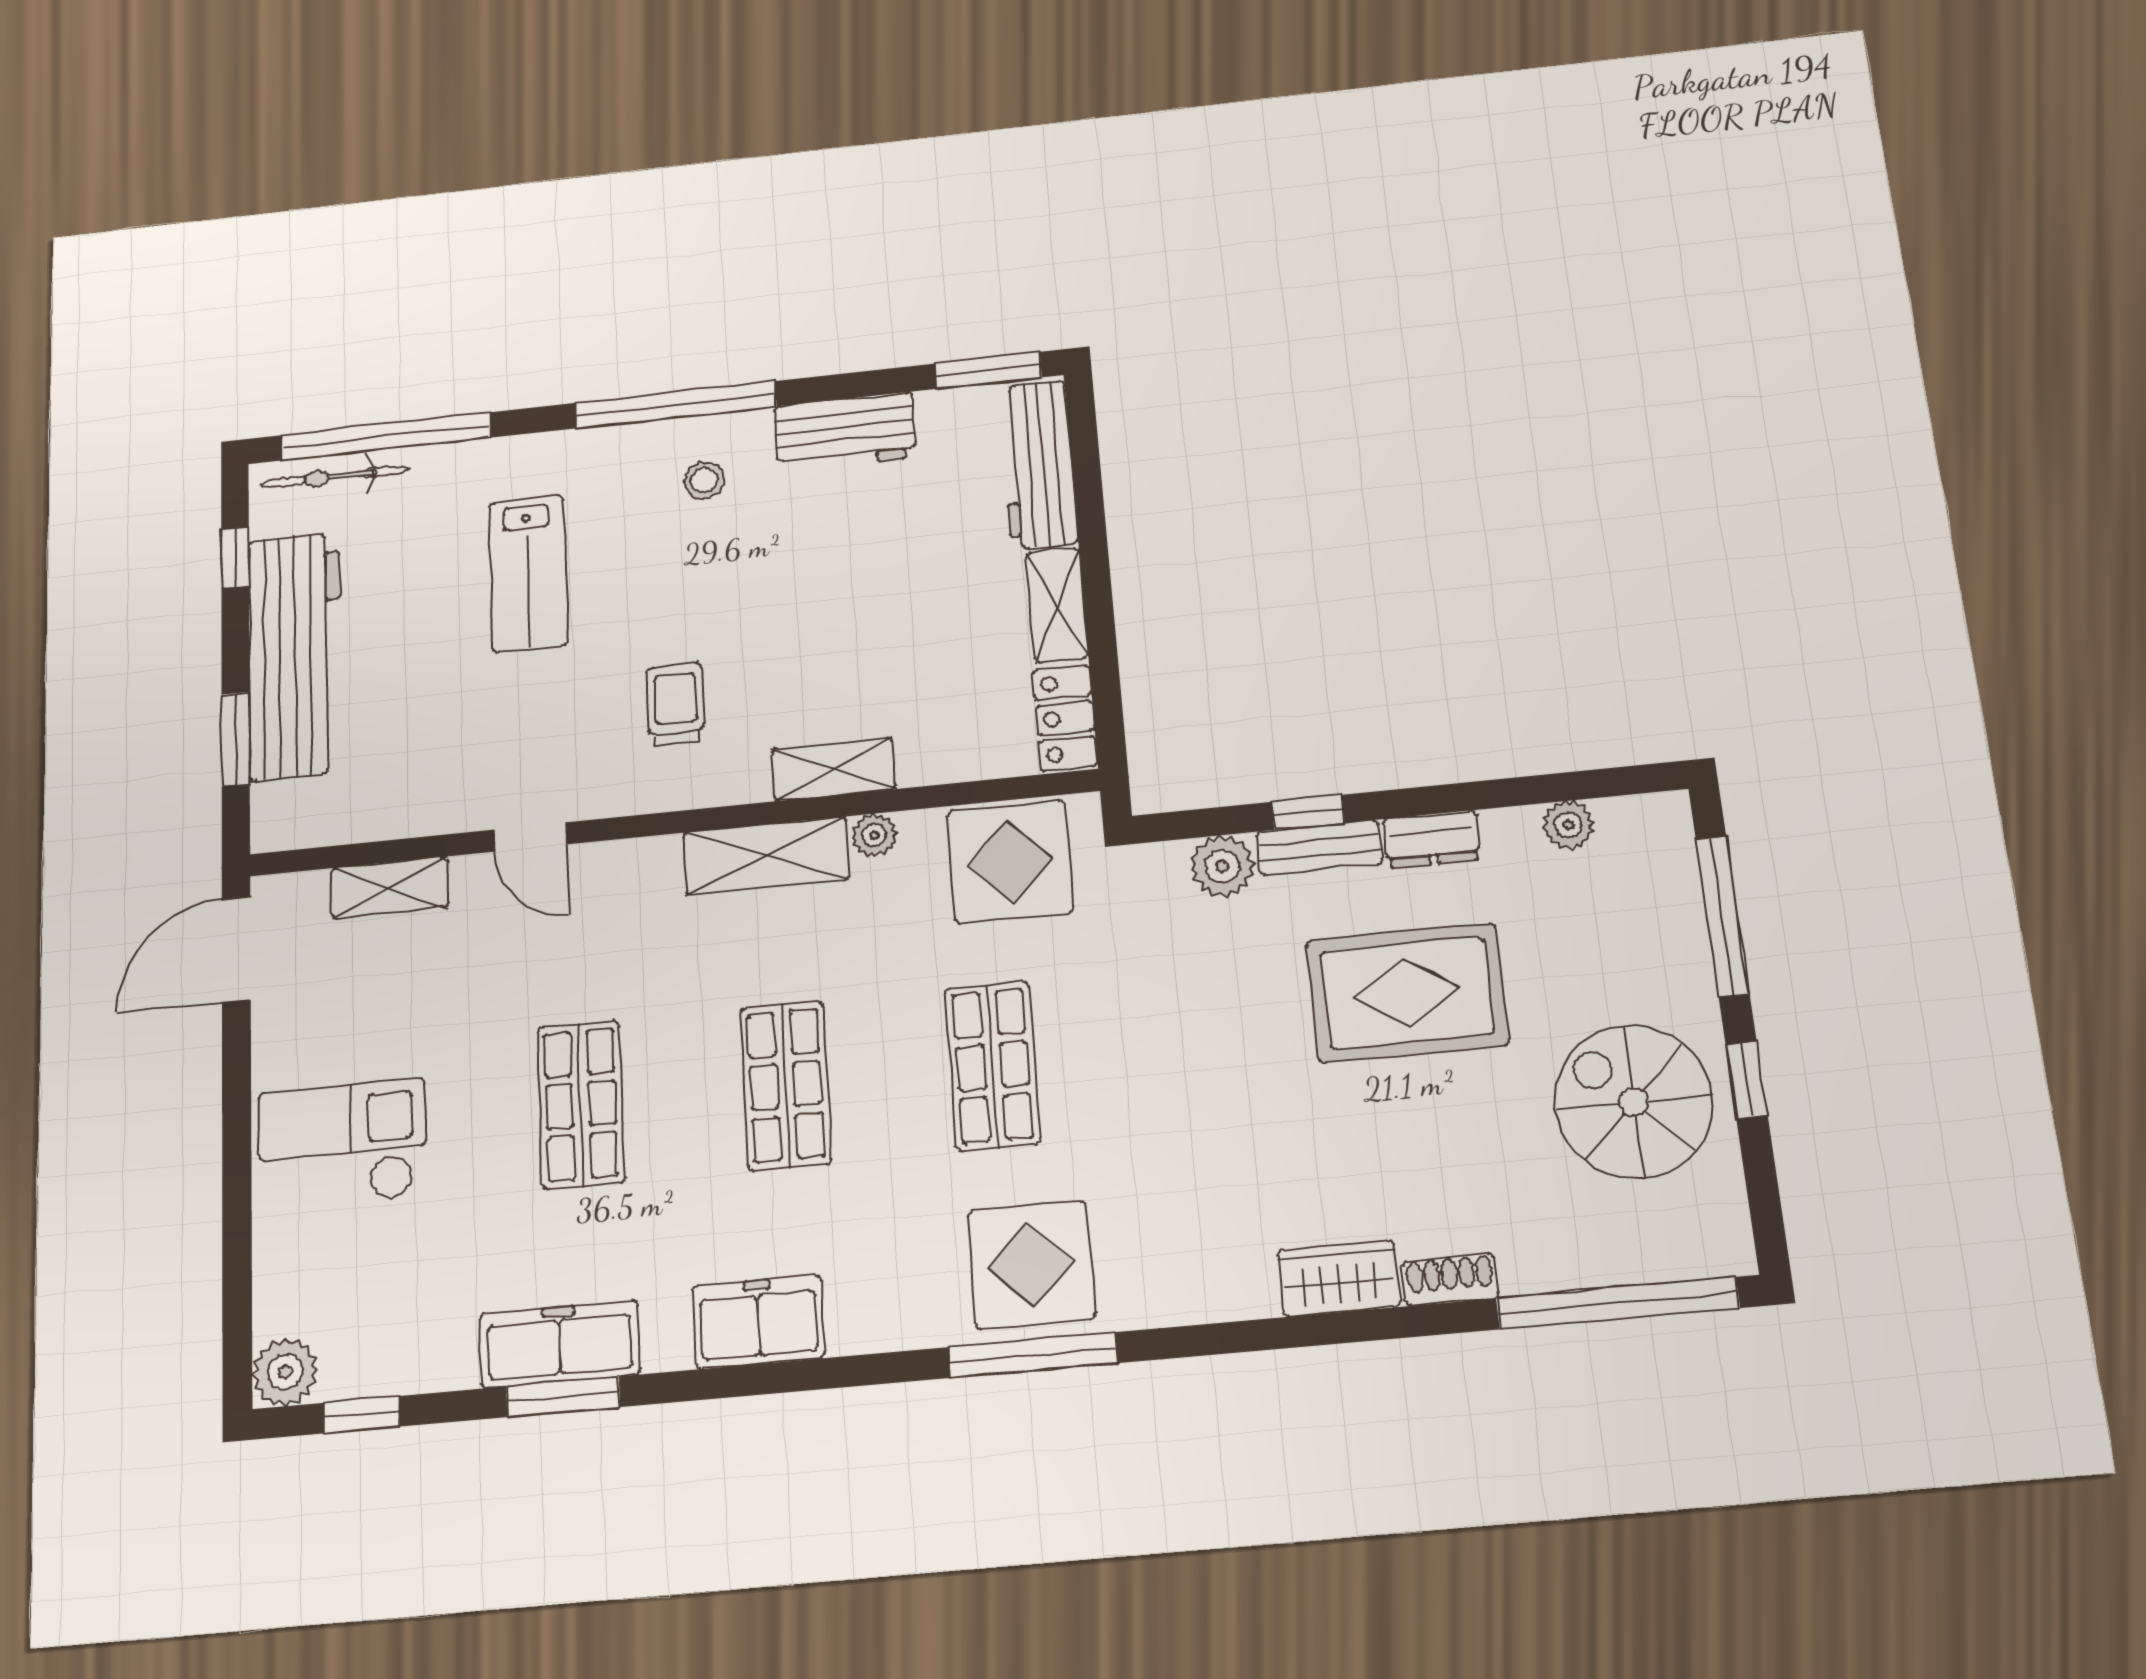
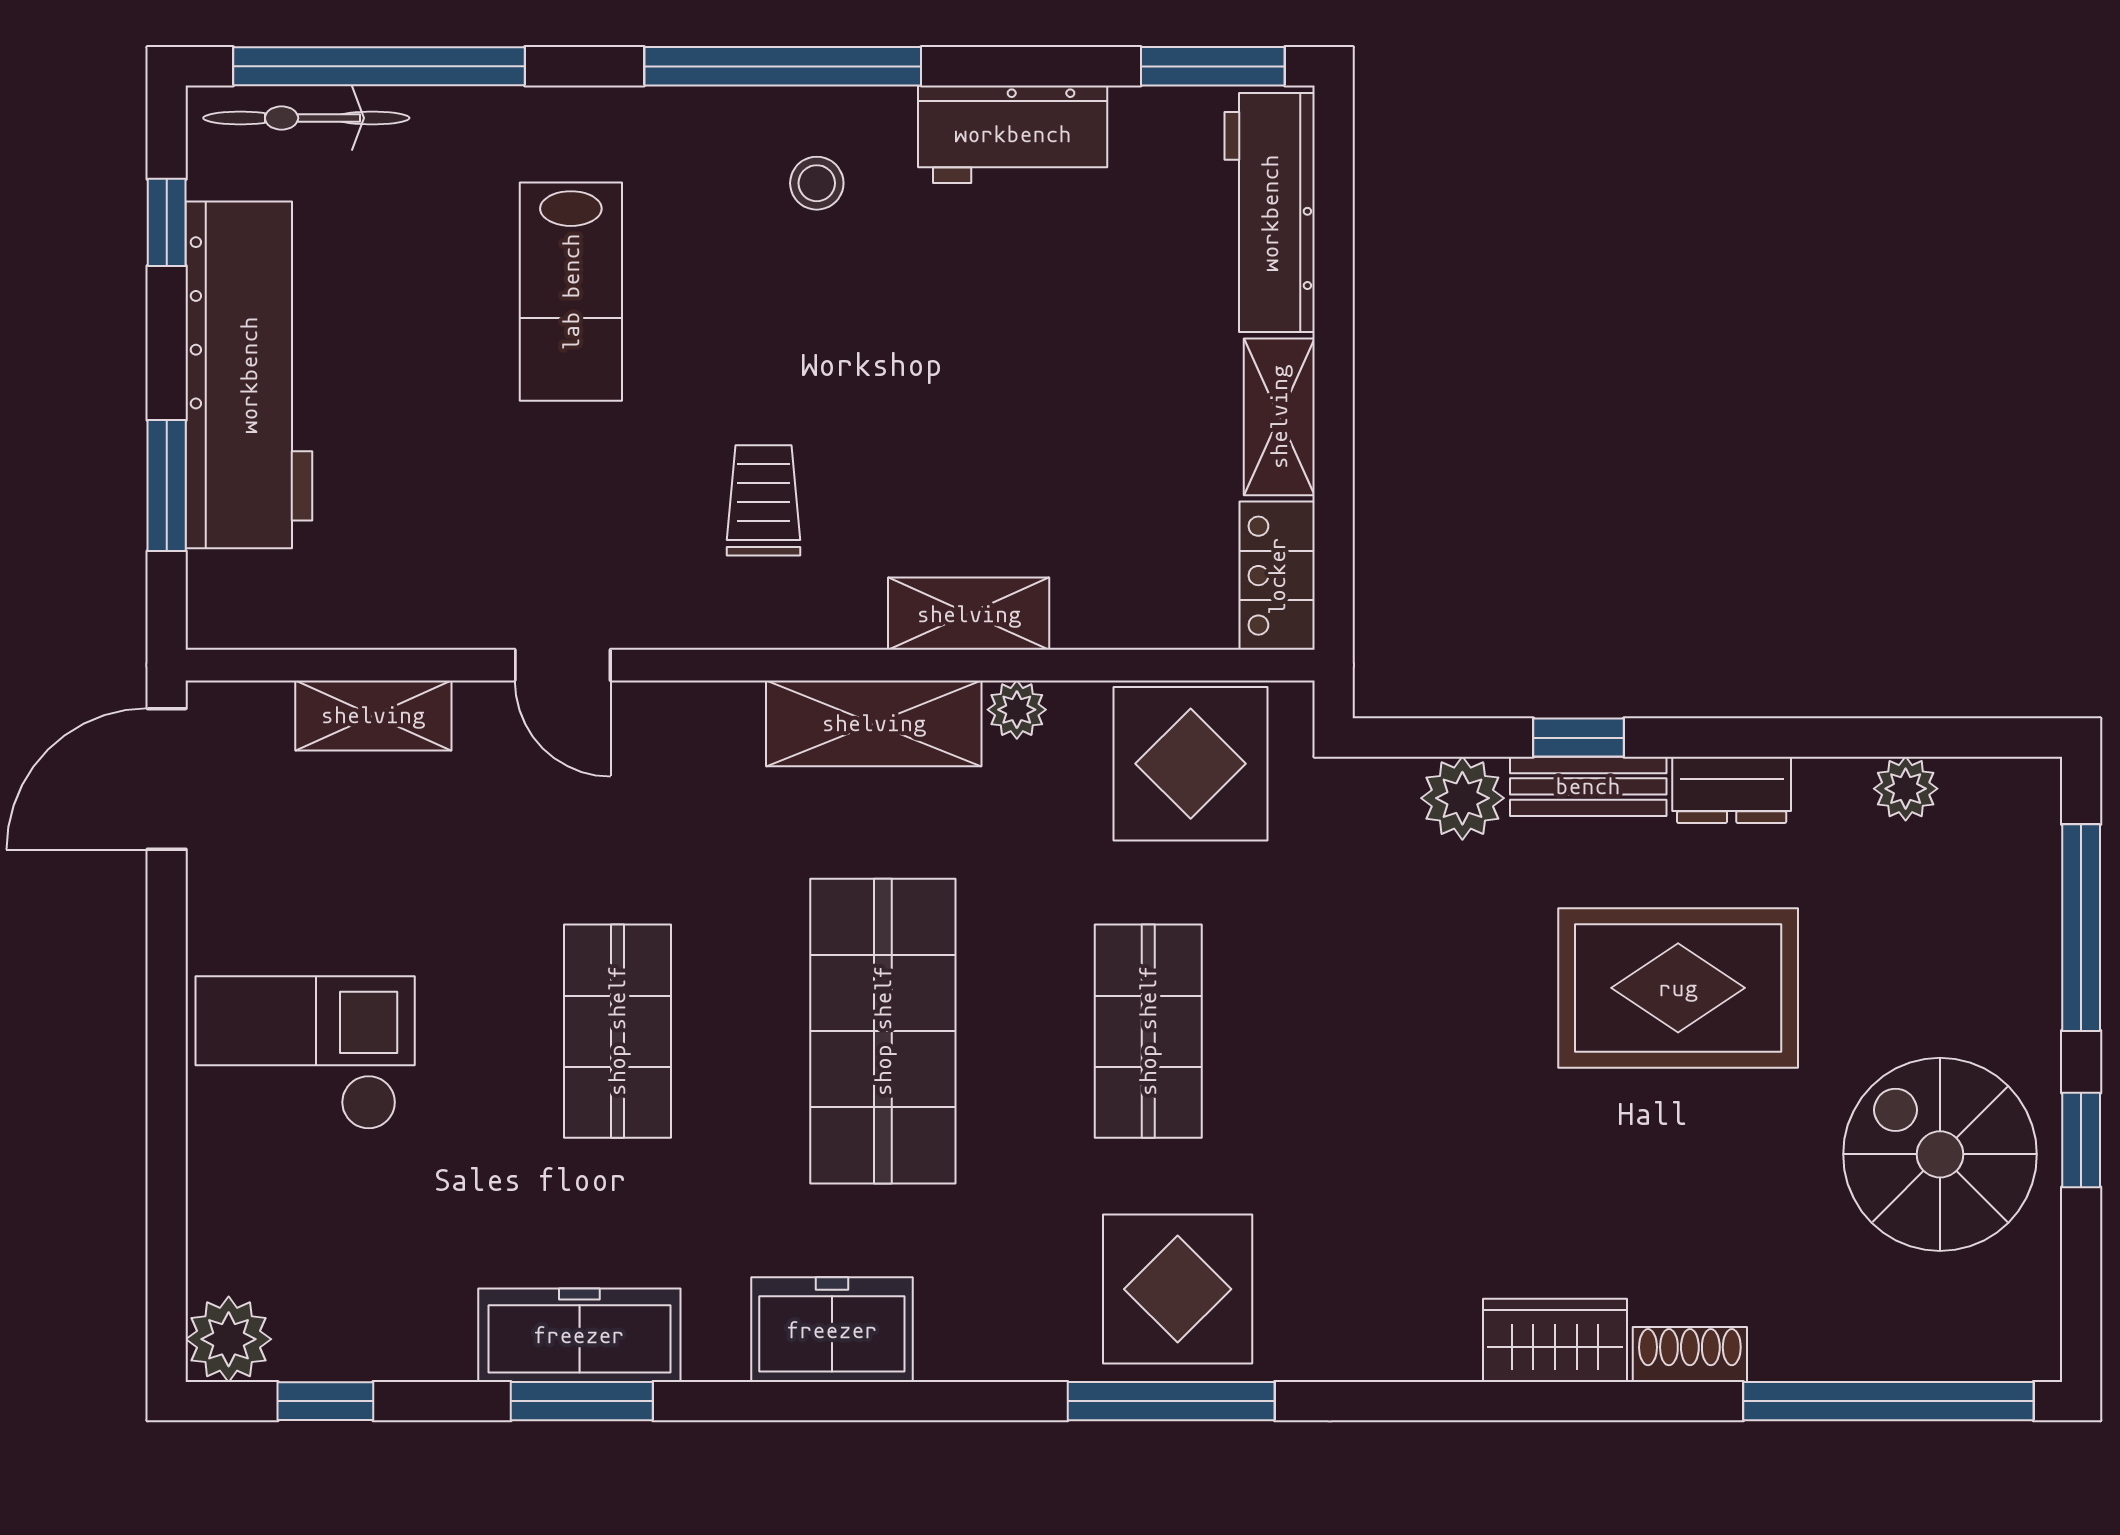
shop shelf: (786, 1085) -> (883, 1031), width x1.43, depth x1.36

